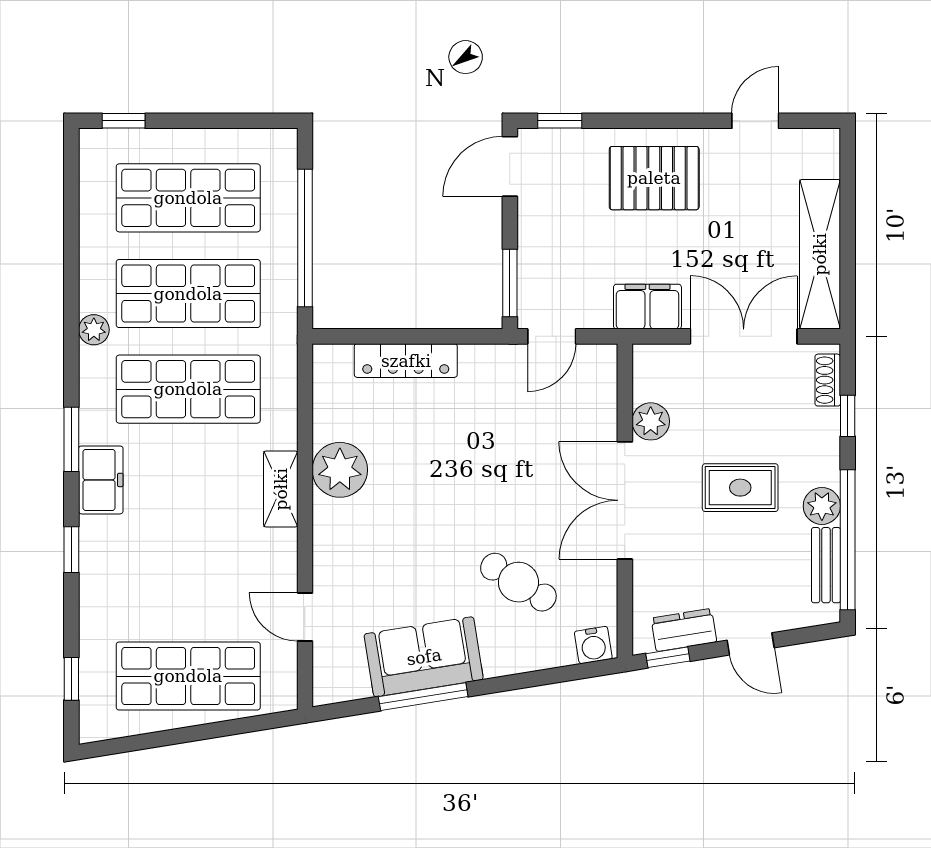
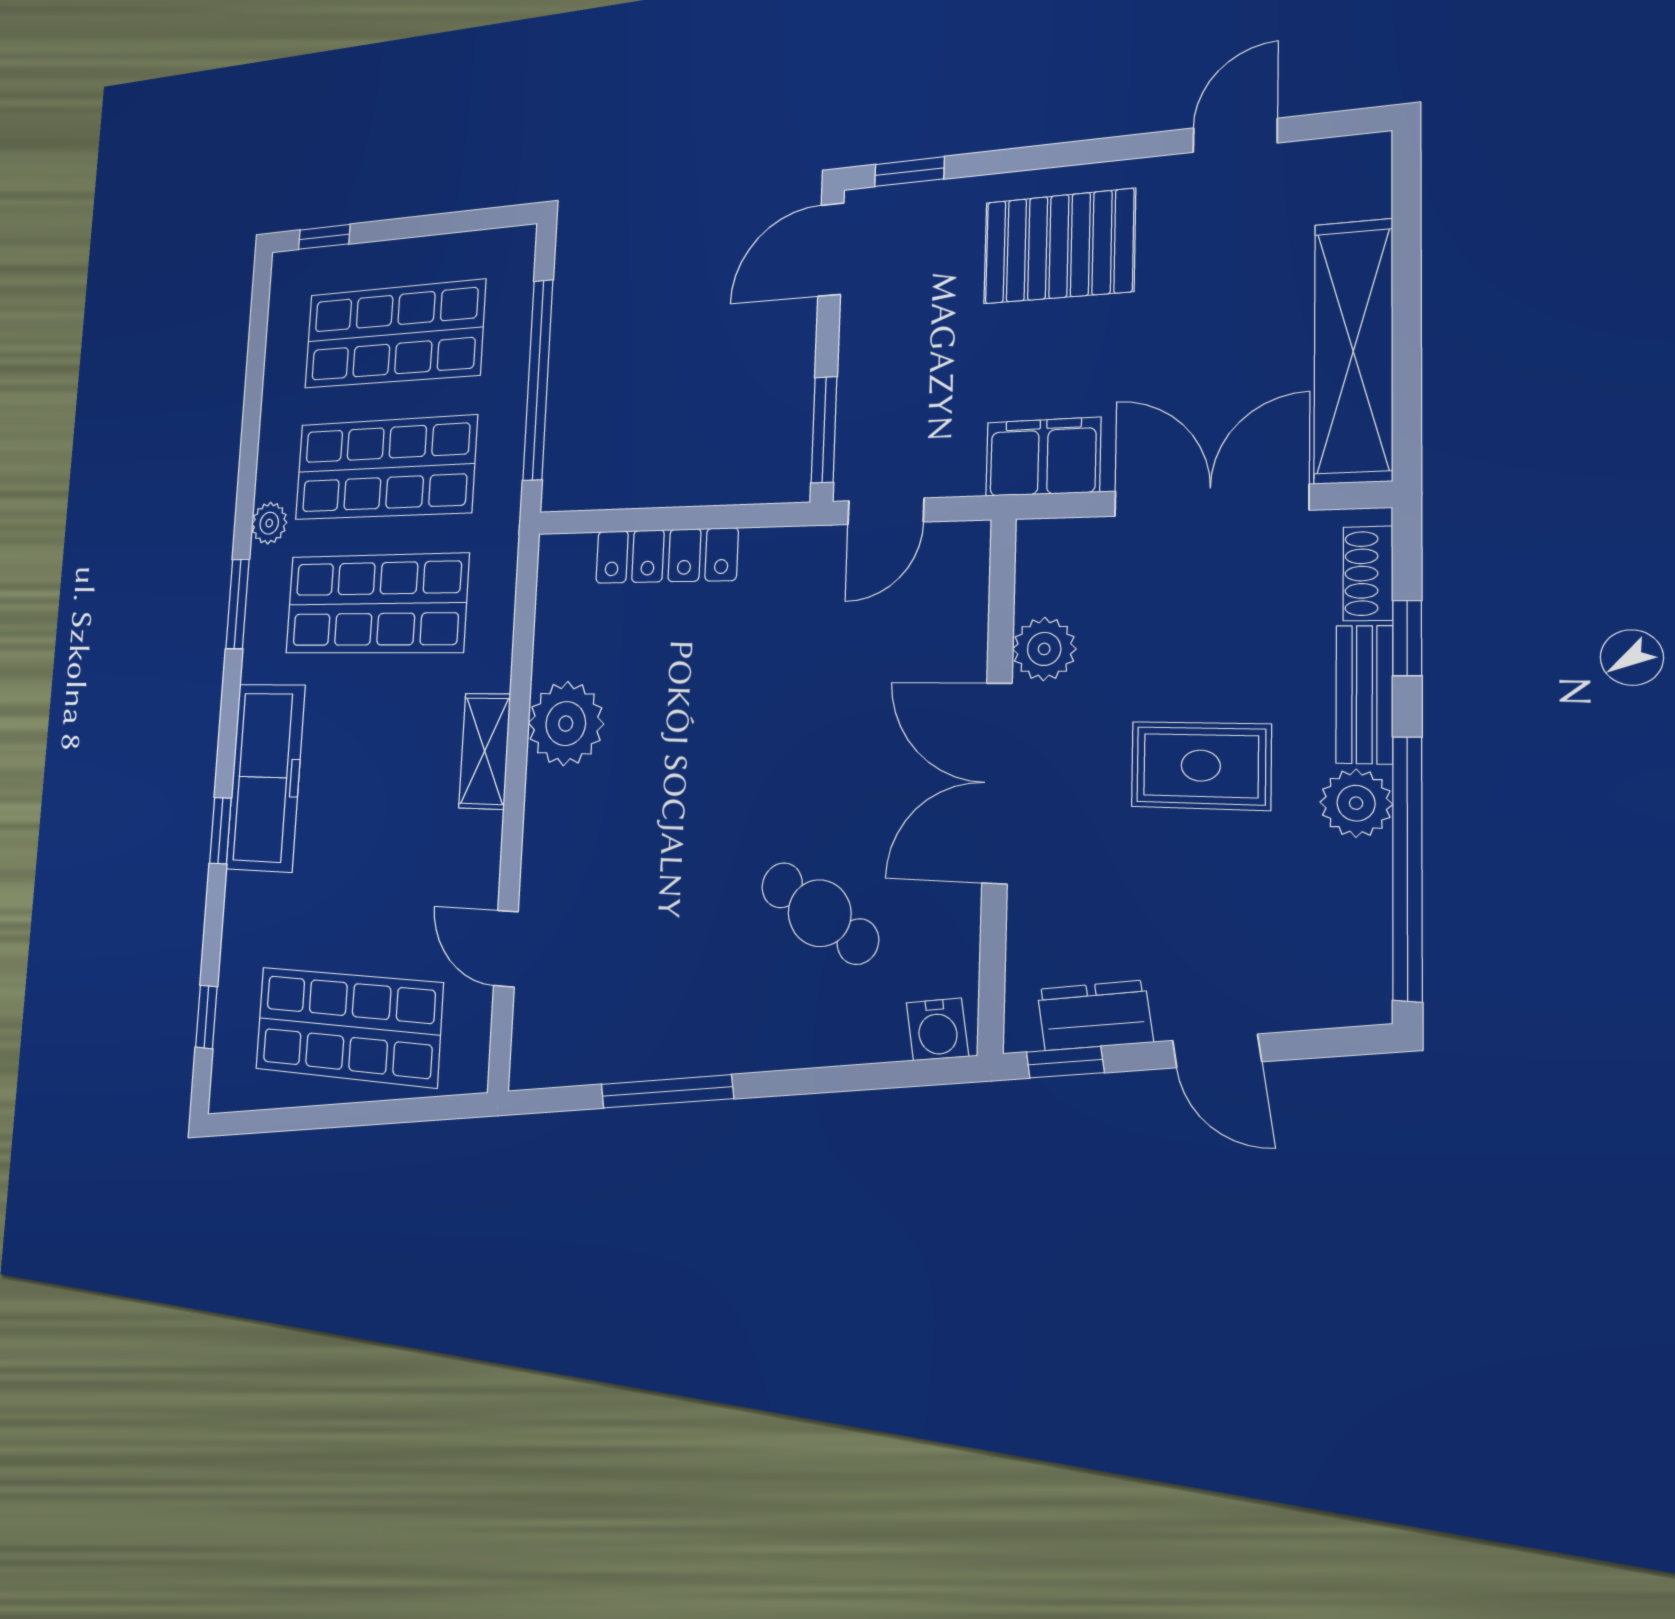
window: (71, 439) -> (237, 604), moved
freezer: (101, 480) -> (265, 777), width x1.91, depth x1.26
bench: (826, 565) -> (1364, 695), moved
sofa: (424, 657) -> (670, 1026), removed

